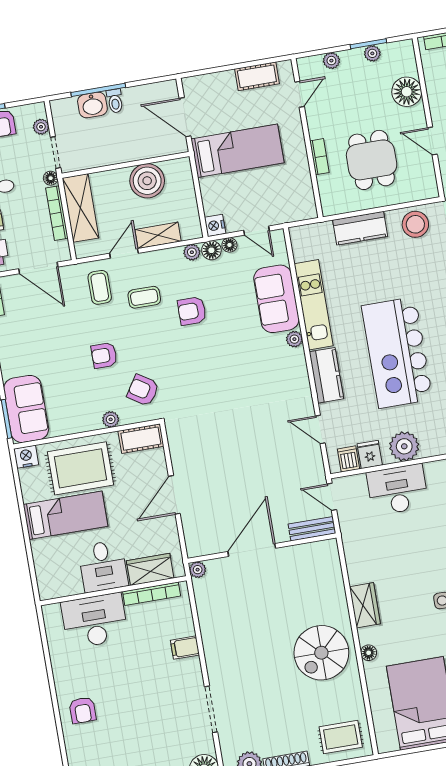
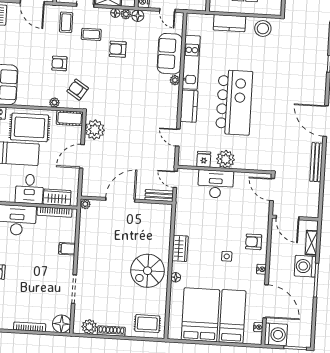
floor lamp: (229, 245) -> (115, 13), moved
kitchen island: (397, 353) -> (234, 102), turned 180
plant: (185, 448) -> (95, 130), added
dishwasher: (349, 459) -> (191, 159), removed

